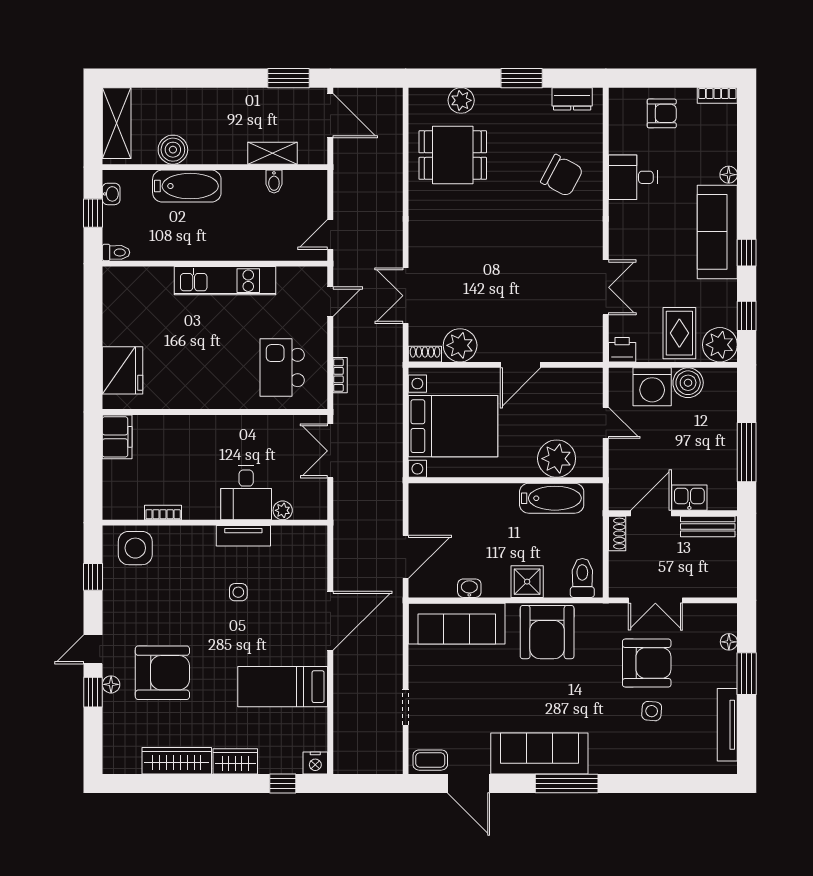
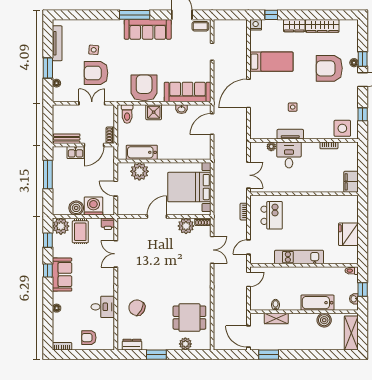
sofa: (717, 232) -> (62, 275), width x0.73
fridge: (123, 370) -> (348, 234), moved

